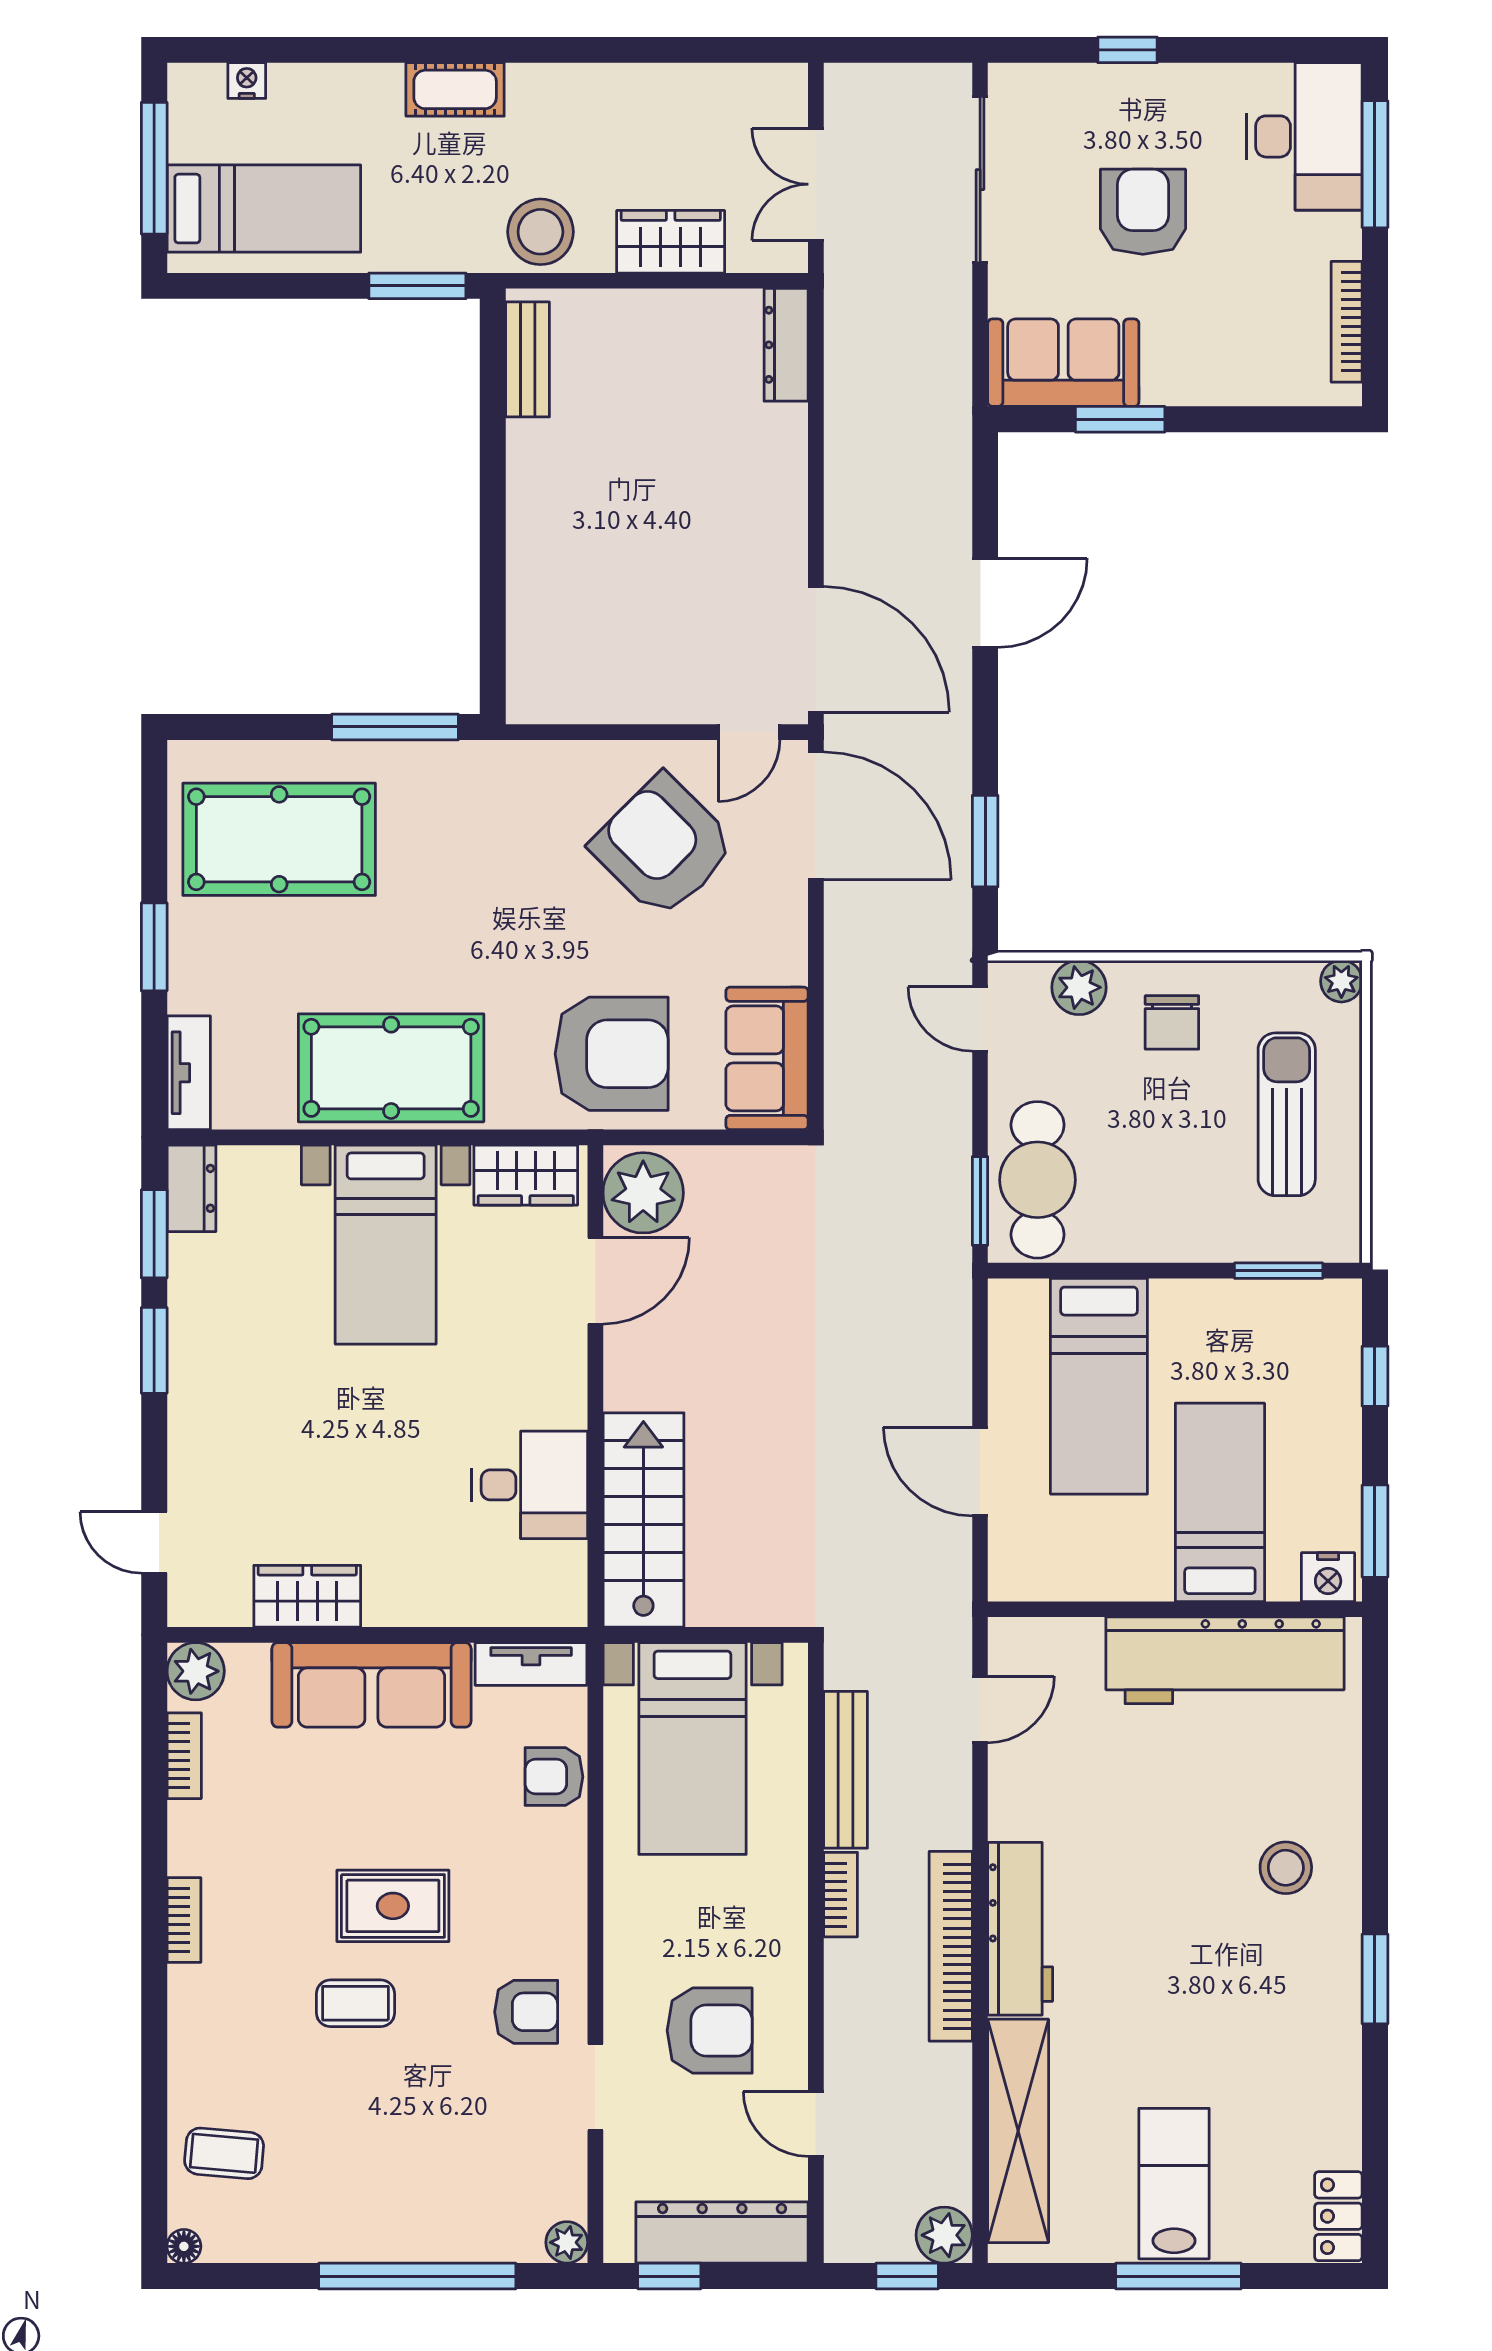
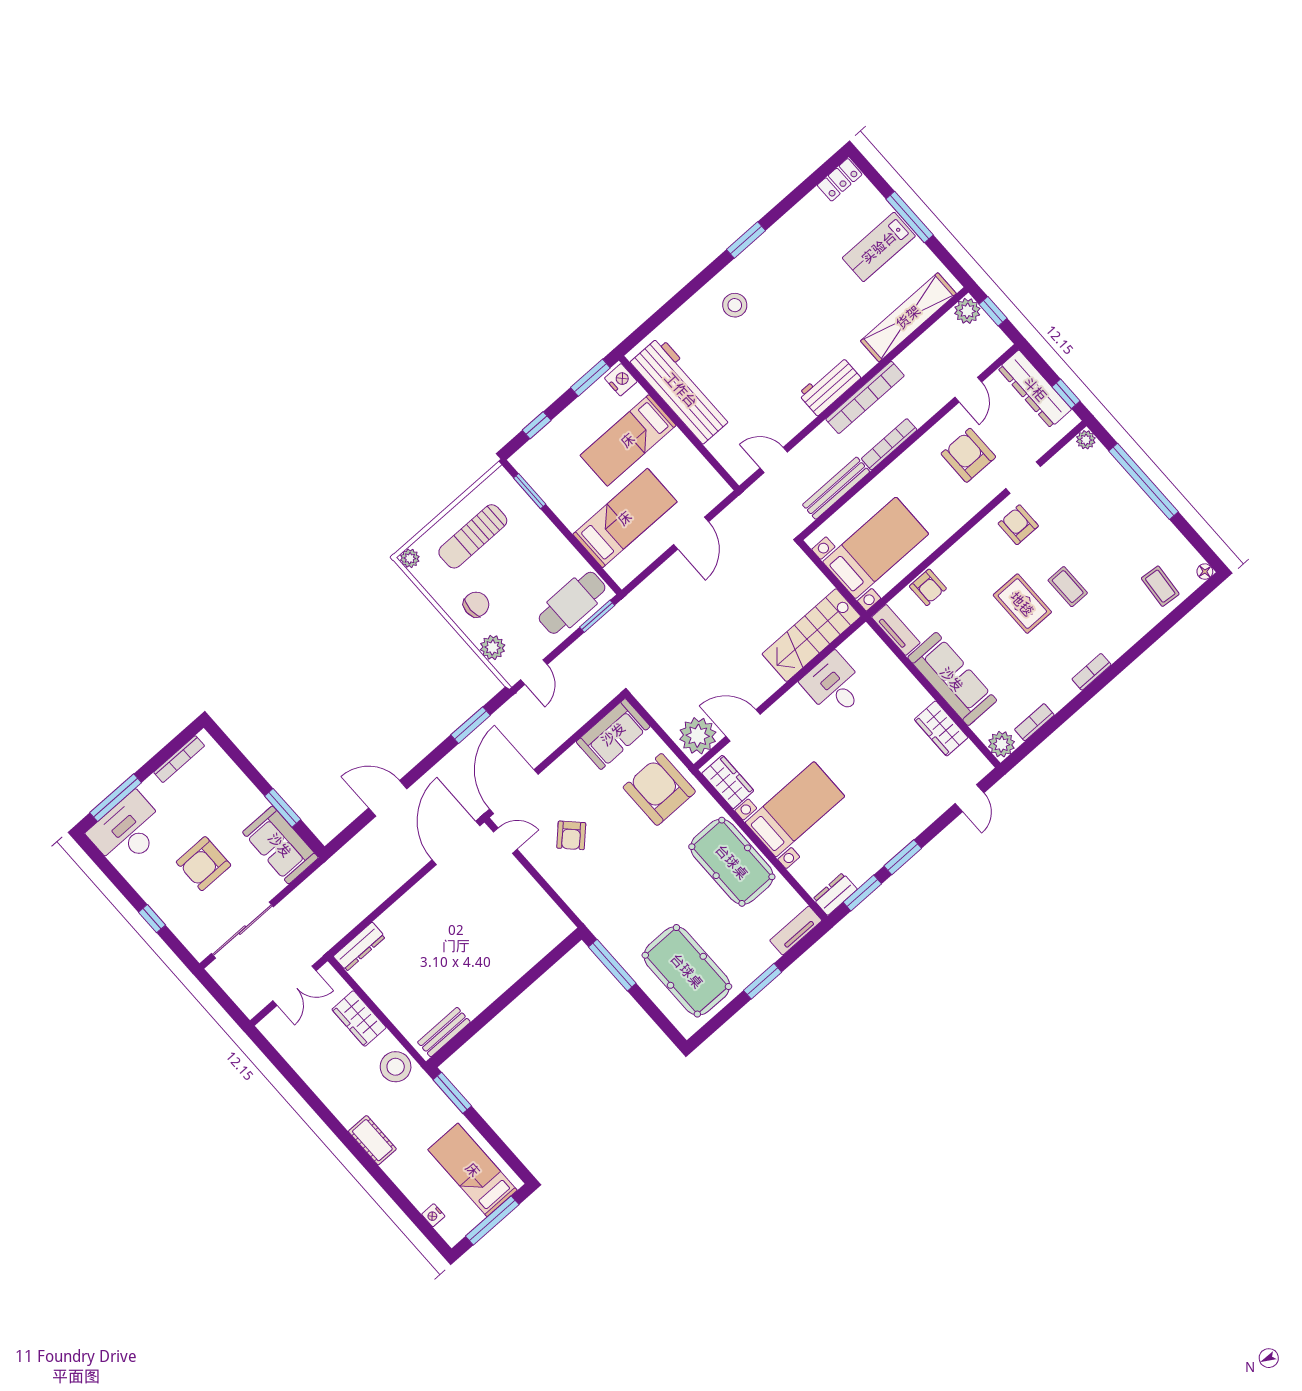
armchair: (663, 846) -> (571, 835), width x0.53, depth x0.53
bookcase: (840, 1895) -> (889, 444), width x1.56
workbench: (1020, 1929) -> (829, 386), width x0.73

